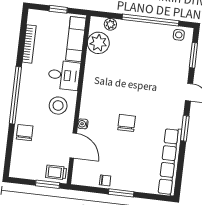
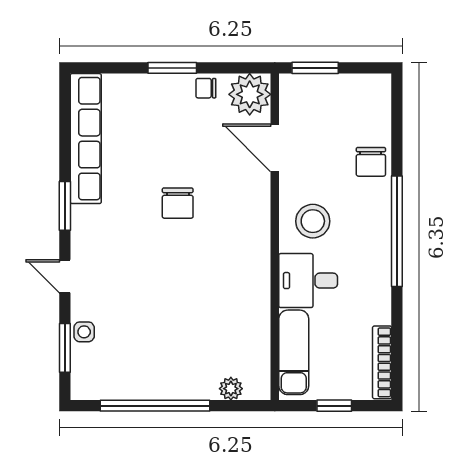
side table: (179, 35) -> (84, 332), moved
plant: (98, 43) -> (250, 94), moved
bookcase: (29, 44) -> (382, 362), moved
water cooler: (83, 124) -> (261, 192), removed
trolley: (56, 172) -> (302, 93), removed

